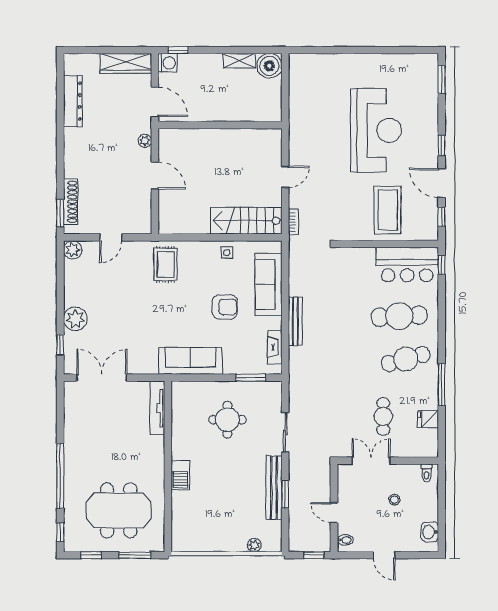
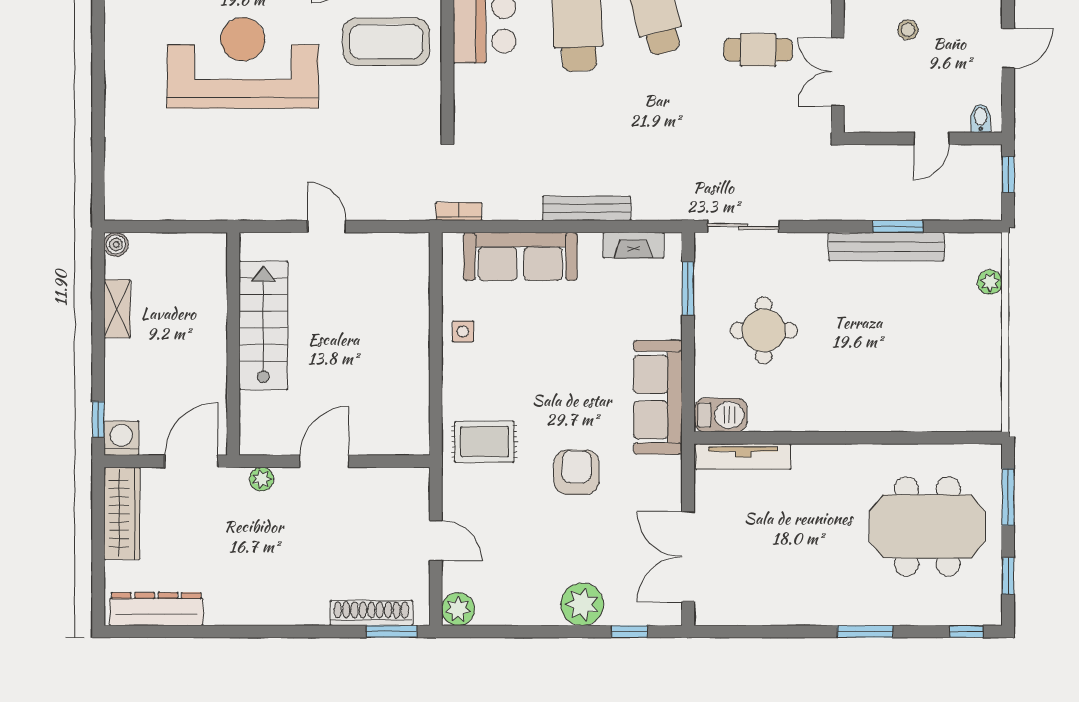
boiler: (269, 66) -> (116, 244), width x0.54, depth x0.54
dresser: (73, 101) -> (156, 609), moved
stairs: (246, 221) -> (263, 325), moved, turned 180
bookcase: (293, 222) -> (459, 211), moved
armchair: (225, 307) -> (577, 472), moved
sliding door: (285, 432) -> (743, 226), moved
barbecue: (180, 475) -> (721, 415), moved
window: (60, 476) -> (865, 632), width x0.47
meeting table: (119, 510) -> (927, 526), turned 90

